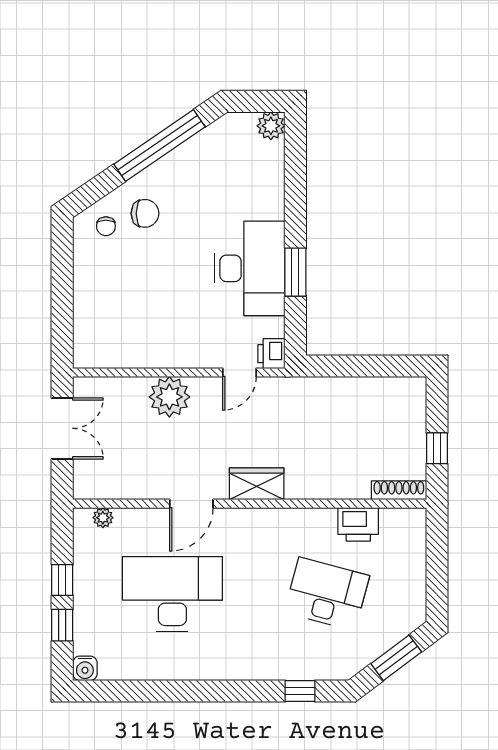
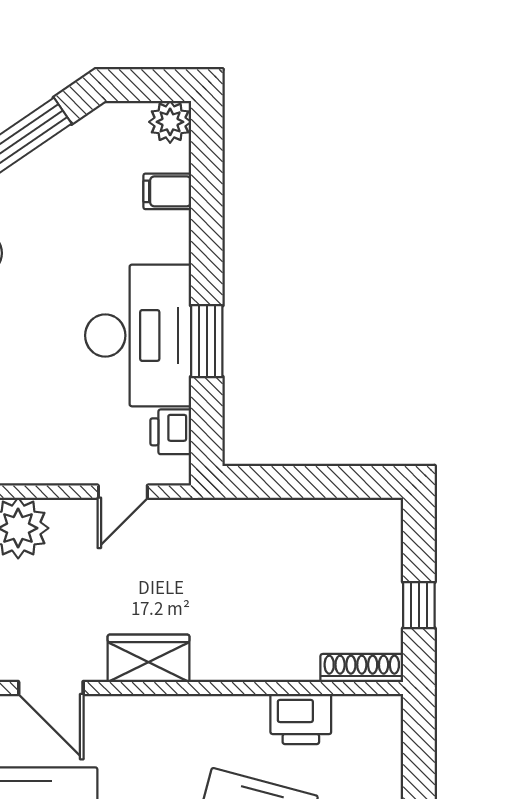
filing cabinet: (269, 172) -> (167, 191), added
printer: (271, 354) -> (171, 432), moved
door: (191, 504) -> (51, 688), hinge flipped

